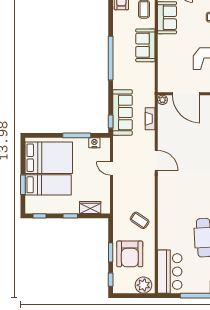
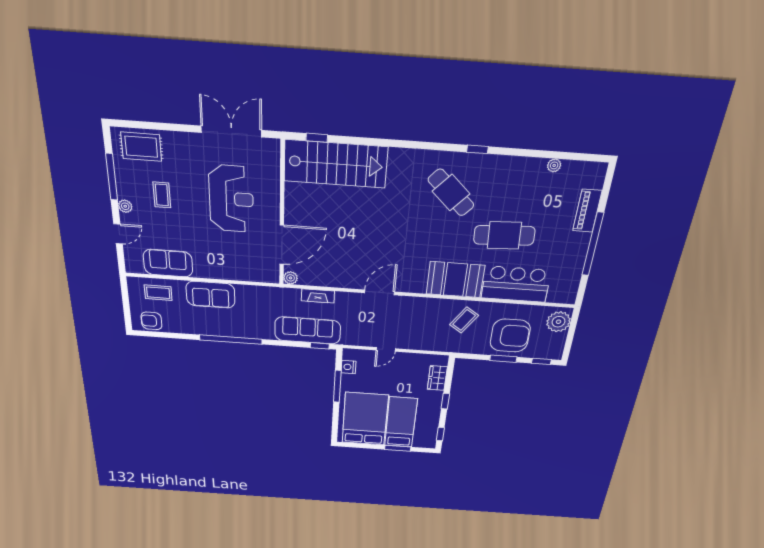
booth: (170, 210) -> (455, 280), added
bar counter: (170, 272) -> (516, 284), moved

